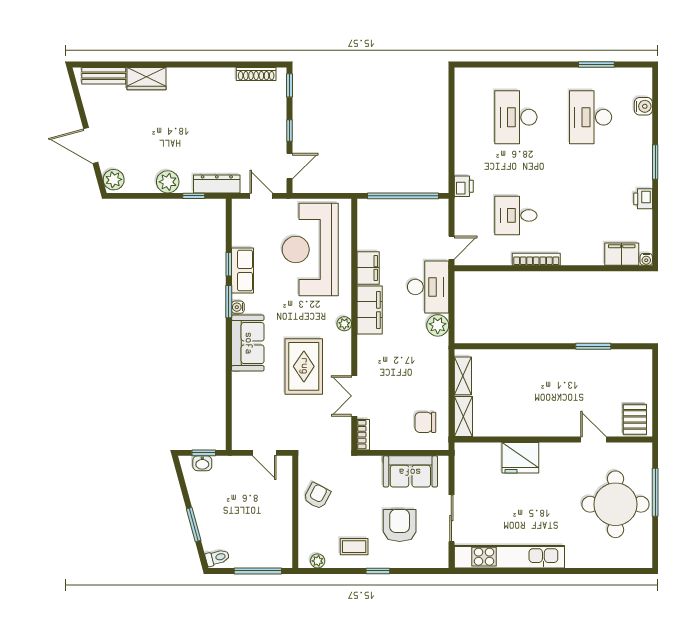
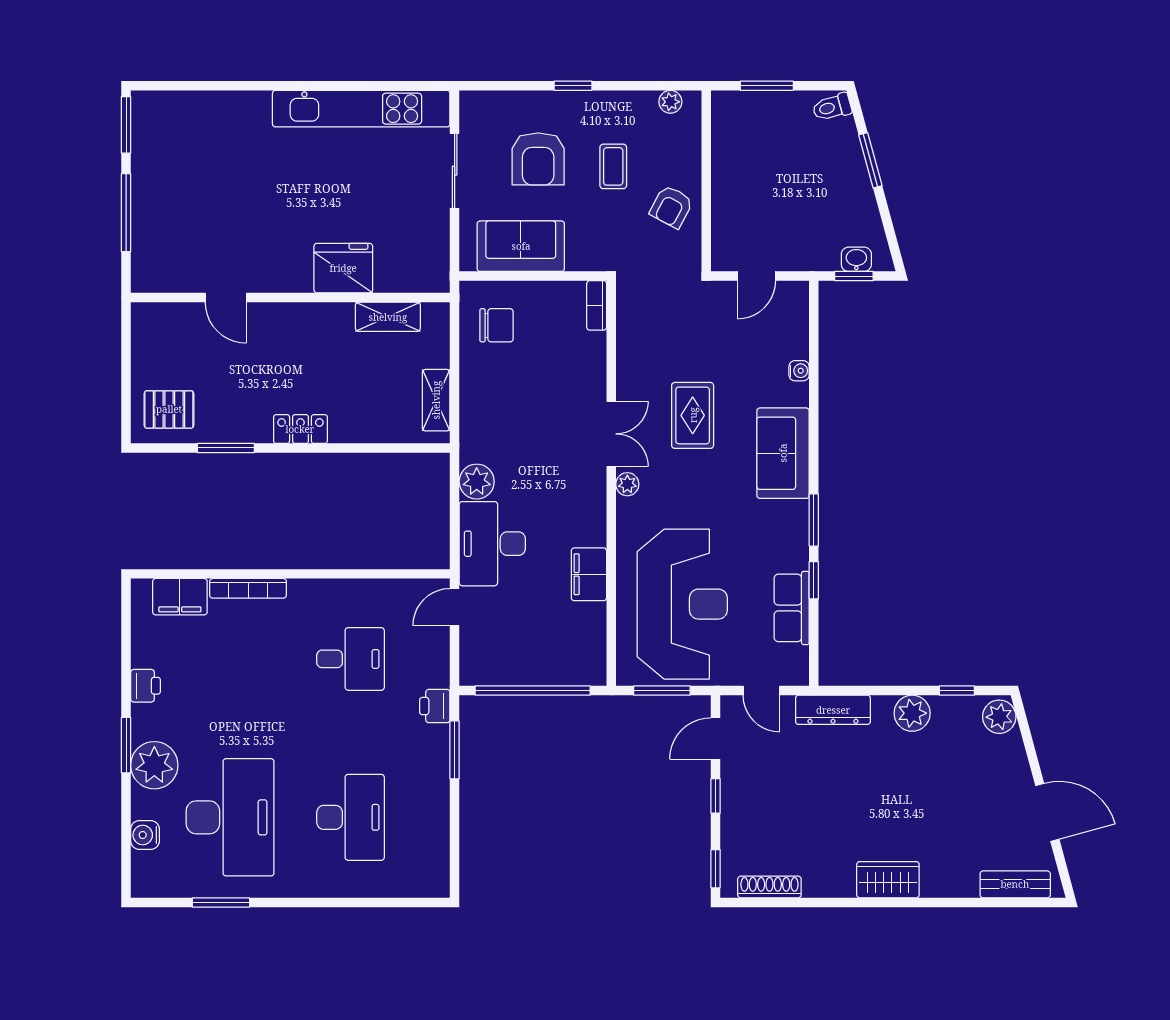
wardrobe: (146, 79) -> (888, 880), moved
desk: (591, 117) -> (230, 817), width x1.36, depth x1.30
door: (91, 146) -> (1047, 812), moved
plant: (638, 150) -> (154, 765), added
window: (451, 159) -> (455, 750), added
window: (194, 196) -> (957, 691), moved
window: (323, 196) -> (662, 691), added
bookcase: (536, 259) -> (248, 588), moved
water cooler: (646, 259) -> (140, 588), removed
row of seats: (242, 270) -> (792, 608), moved
water cooler: (238, 307) -> (799, 371), moved
filing cabinet: (370, 310) -> (586, 507), removed
locker: (547, 358) -> (300, 429), added
rug: (304, 366) -> (693, 415), width x0.73, depth x0.70
double door: (354, 396) -> (611, 434), moved
shelving: (463, 417) -> (388, 317), moved, turned 90
pallet: (635, 419) -> (169, 409), moved, turned 90
door: (264, 453) -> (756, 276), swing flipped
round table: (616, 504) -> (190, 193), removed
coffee table: (354, 547) -> (613, 166), moved, turned 90
window: (655, 547) -> (126, 125), added
window: (258, 571) -> (767, 86), width x0.69

